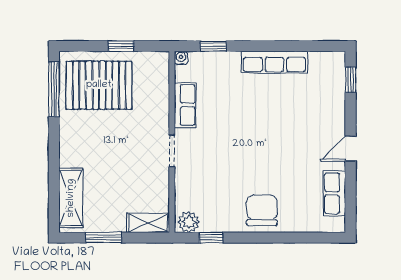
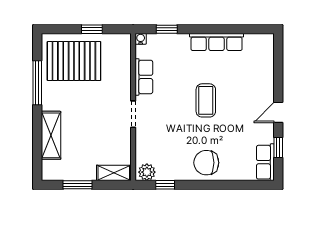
window: (350, 80) -> (278, 148), moved
window: (54, 89) -> (37, 83), moved
coffee table: (261, 134) -> (206, 100), added
row of seats: (335, 193) -> (265, 162), moved
shelving: (71, 198) -> (51, 135), moved
chair: (262, 210) -> (206, 163), turned -90

